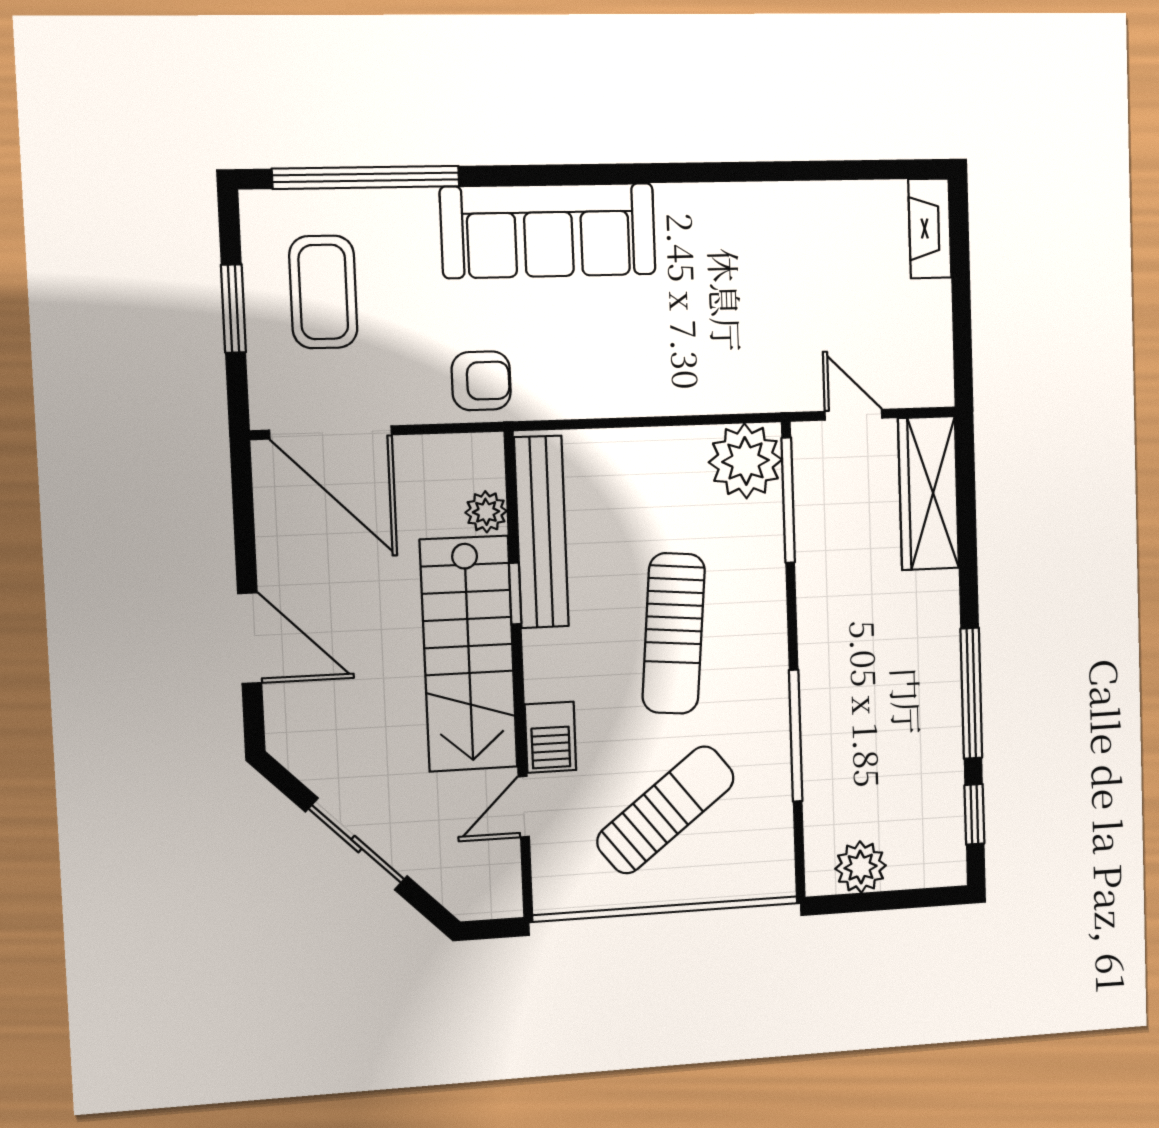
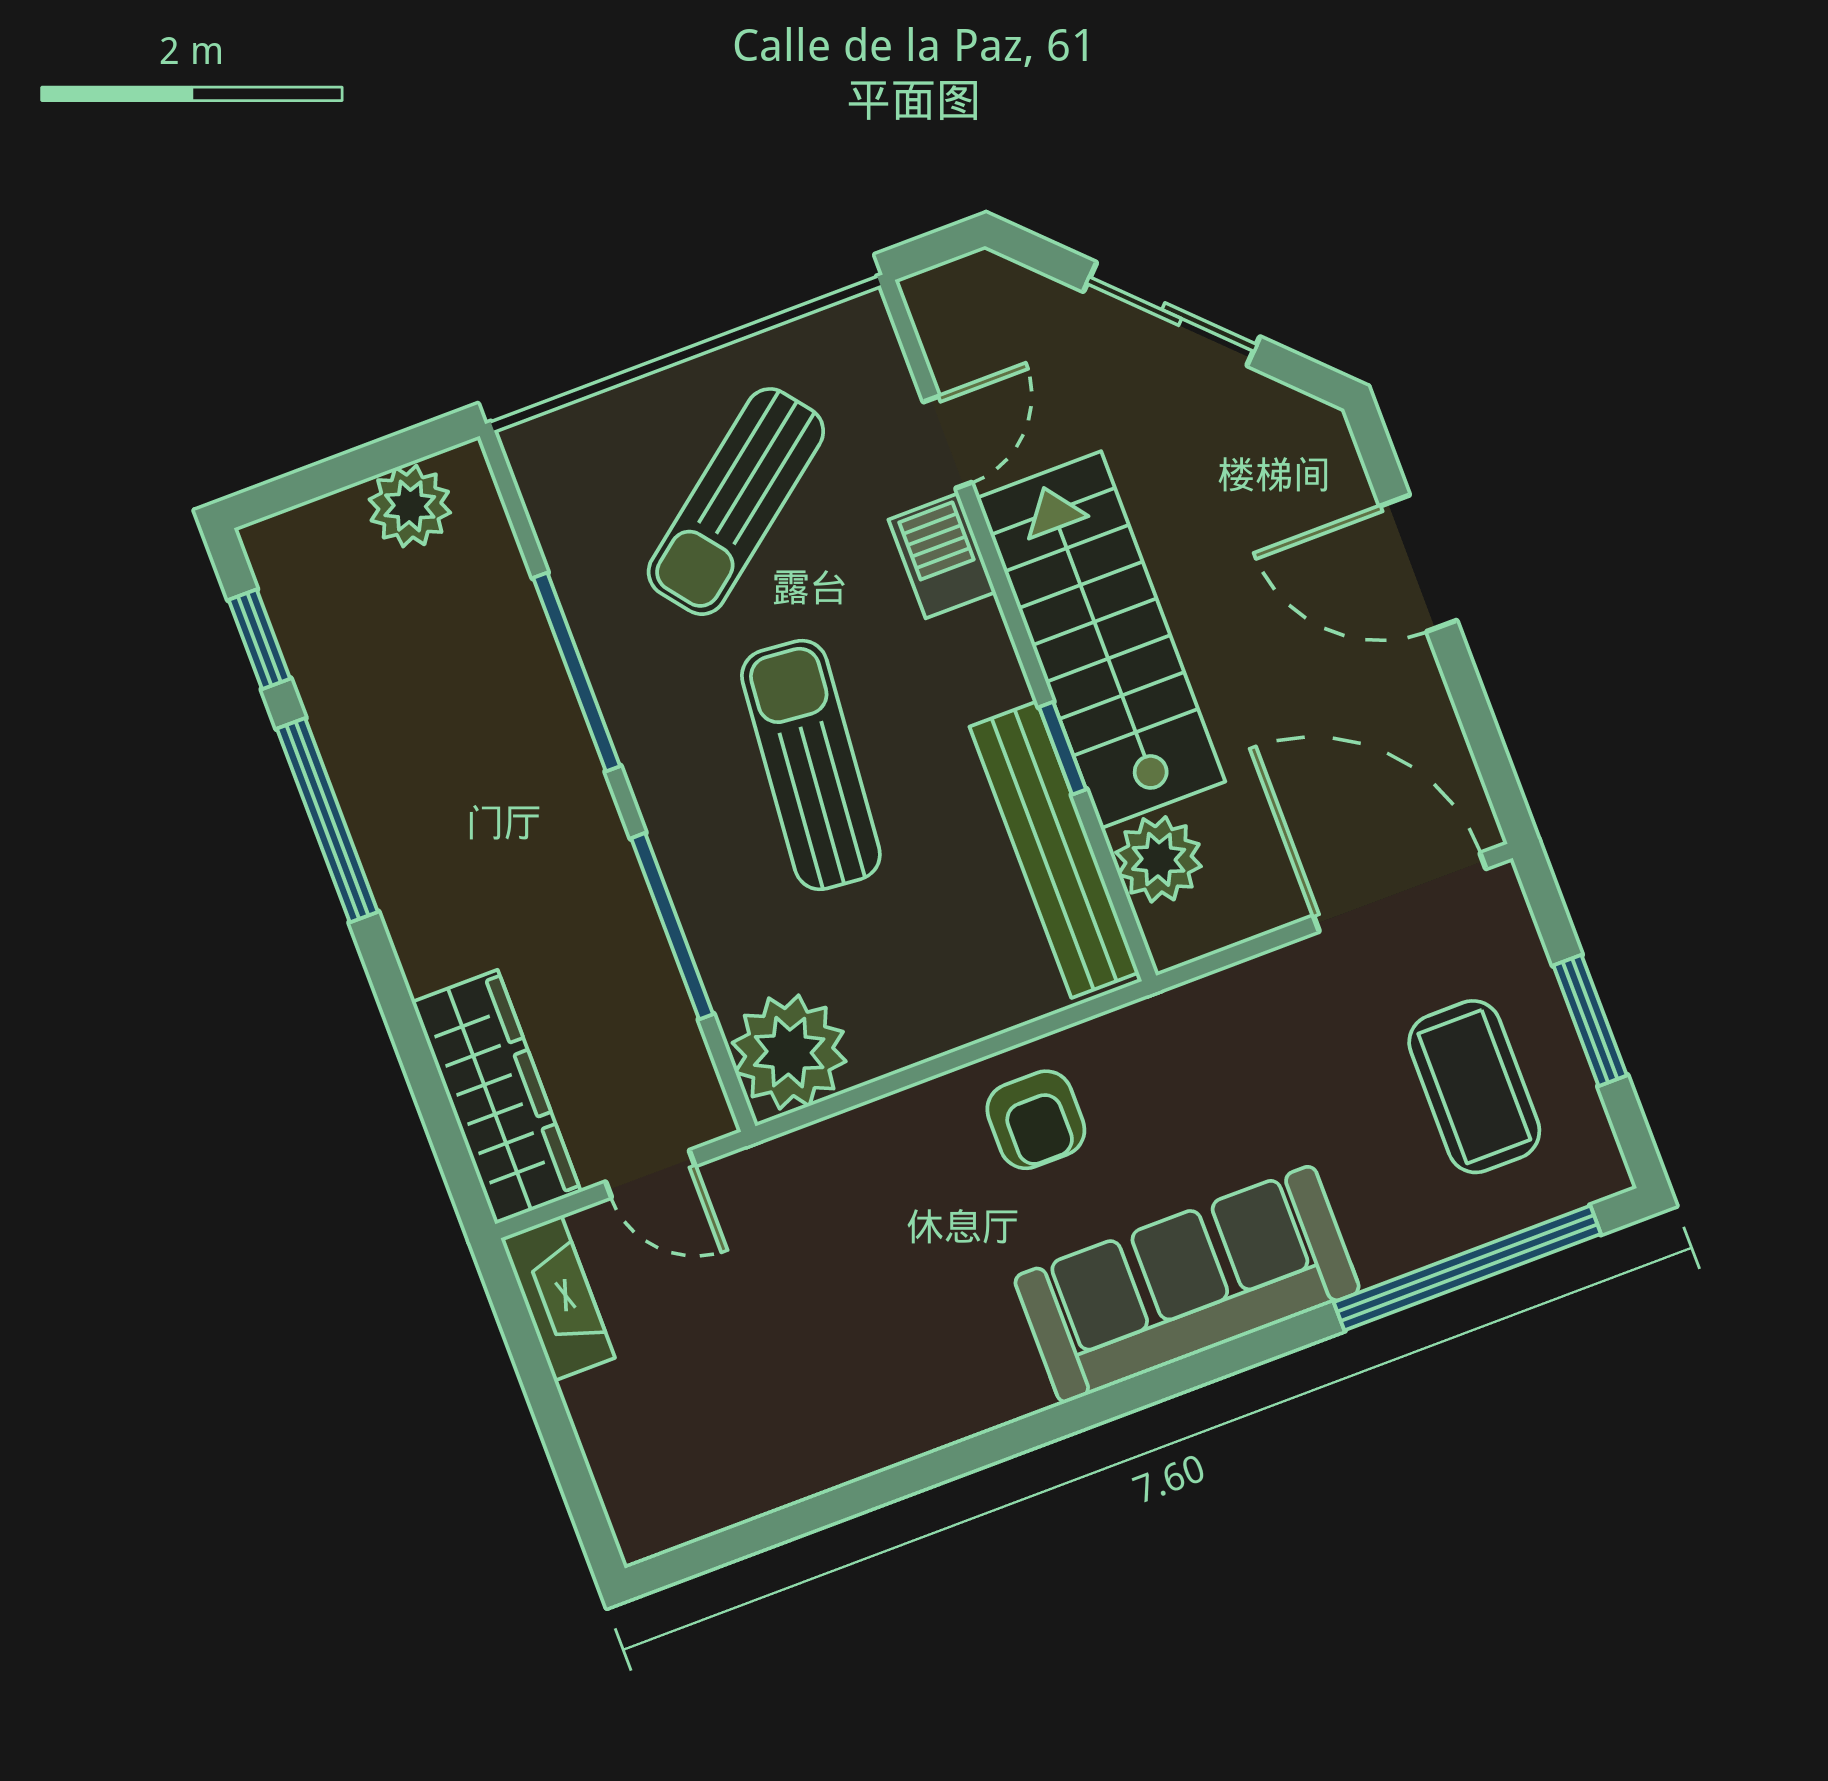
fireplace: (930, 228) -> (558, 1298), moved
armchair: (481, 381) -> (1036, 1120), moved, turned -90
window: (788, 500) -> (672, 926), moved
plant: (486, 512) -> (1159, 859), width x1.38, depth x1.38

